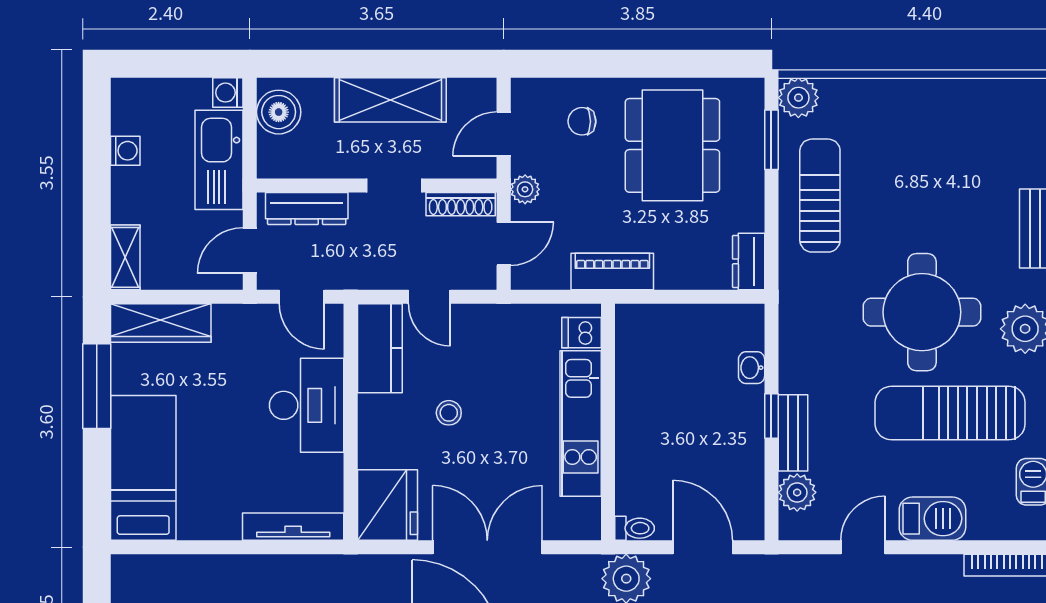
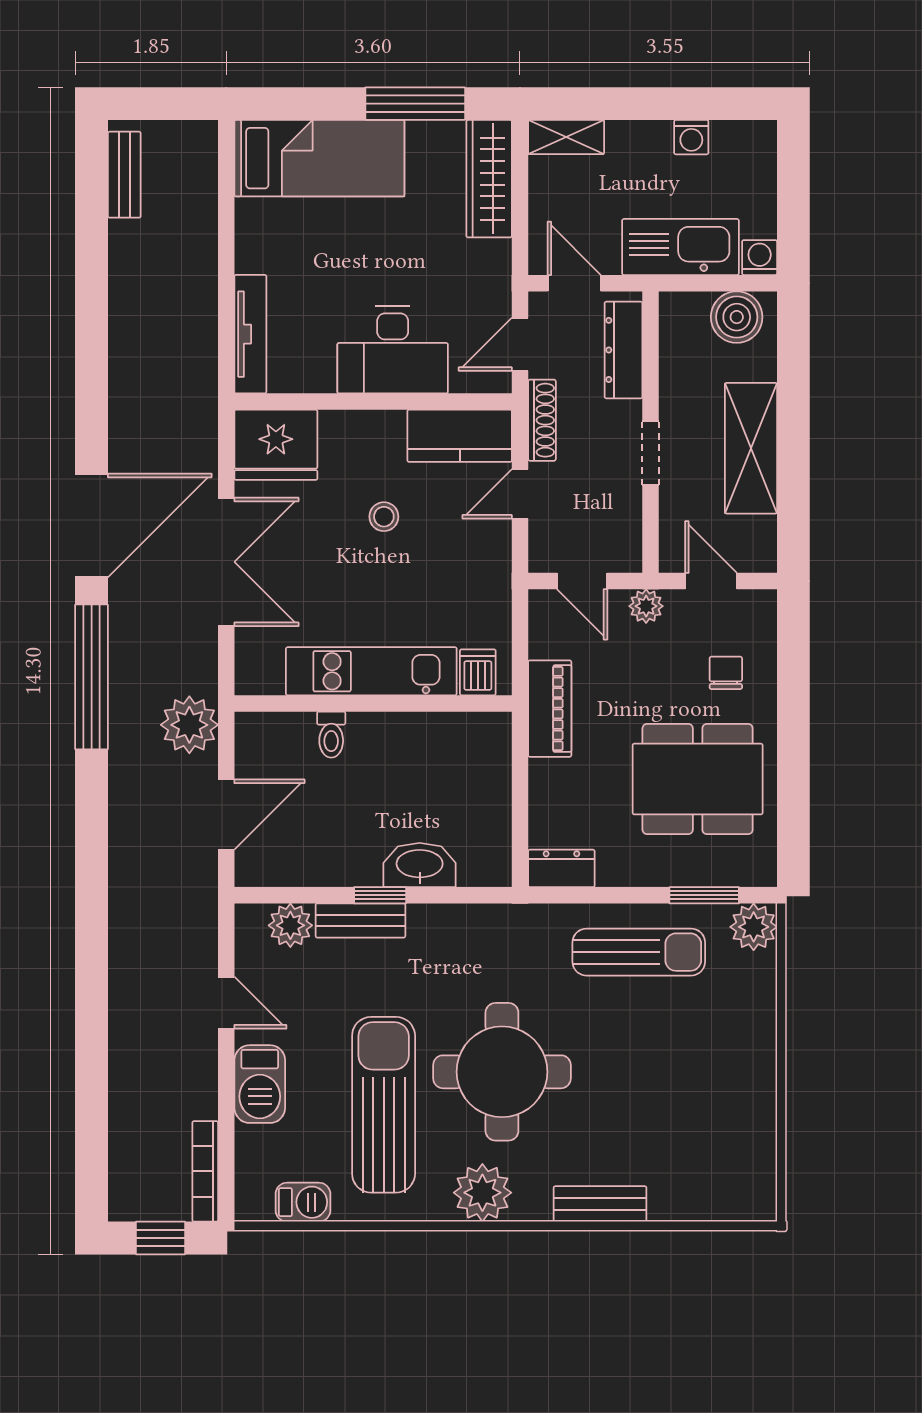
shoe rack: (461, 204) -> (542, 420), moved, turned 180
washbasin: (752, 368) -> (420, 865), width x1.91, depth x1.45
toilet: (635, 528) -> (331, 735), moved

